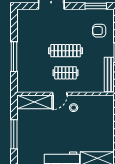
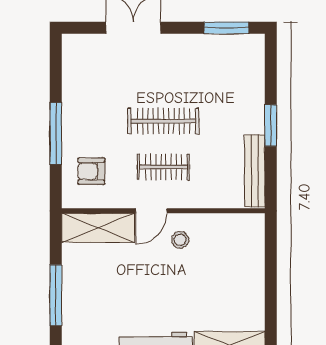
armchair: (99, 31) -> (91, 171), moved

